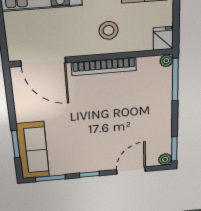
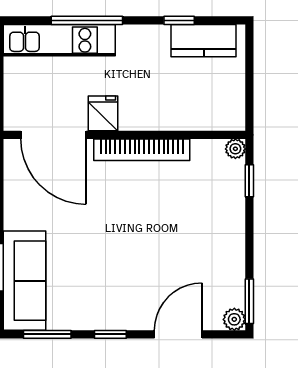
stool: (109, 30) -> (151, 95), removed
fridge: (163, 38) -> (103, 113), moved
window: (175, 80) -> (249, 181), width x0.46

